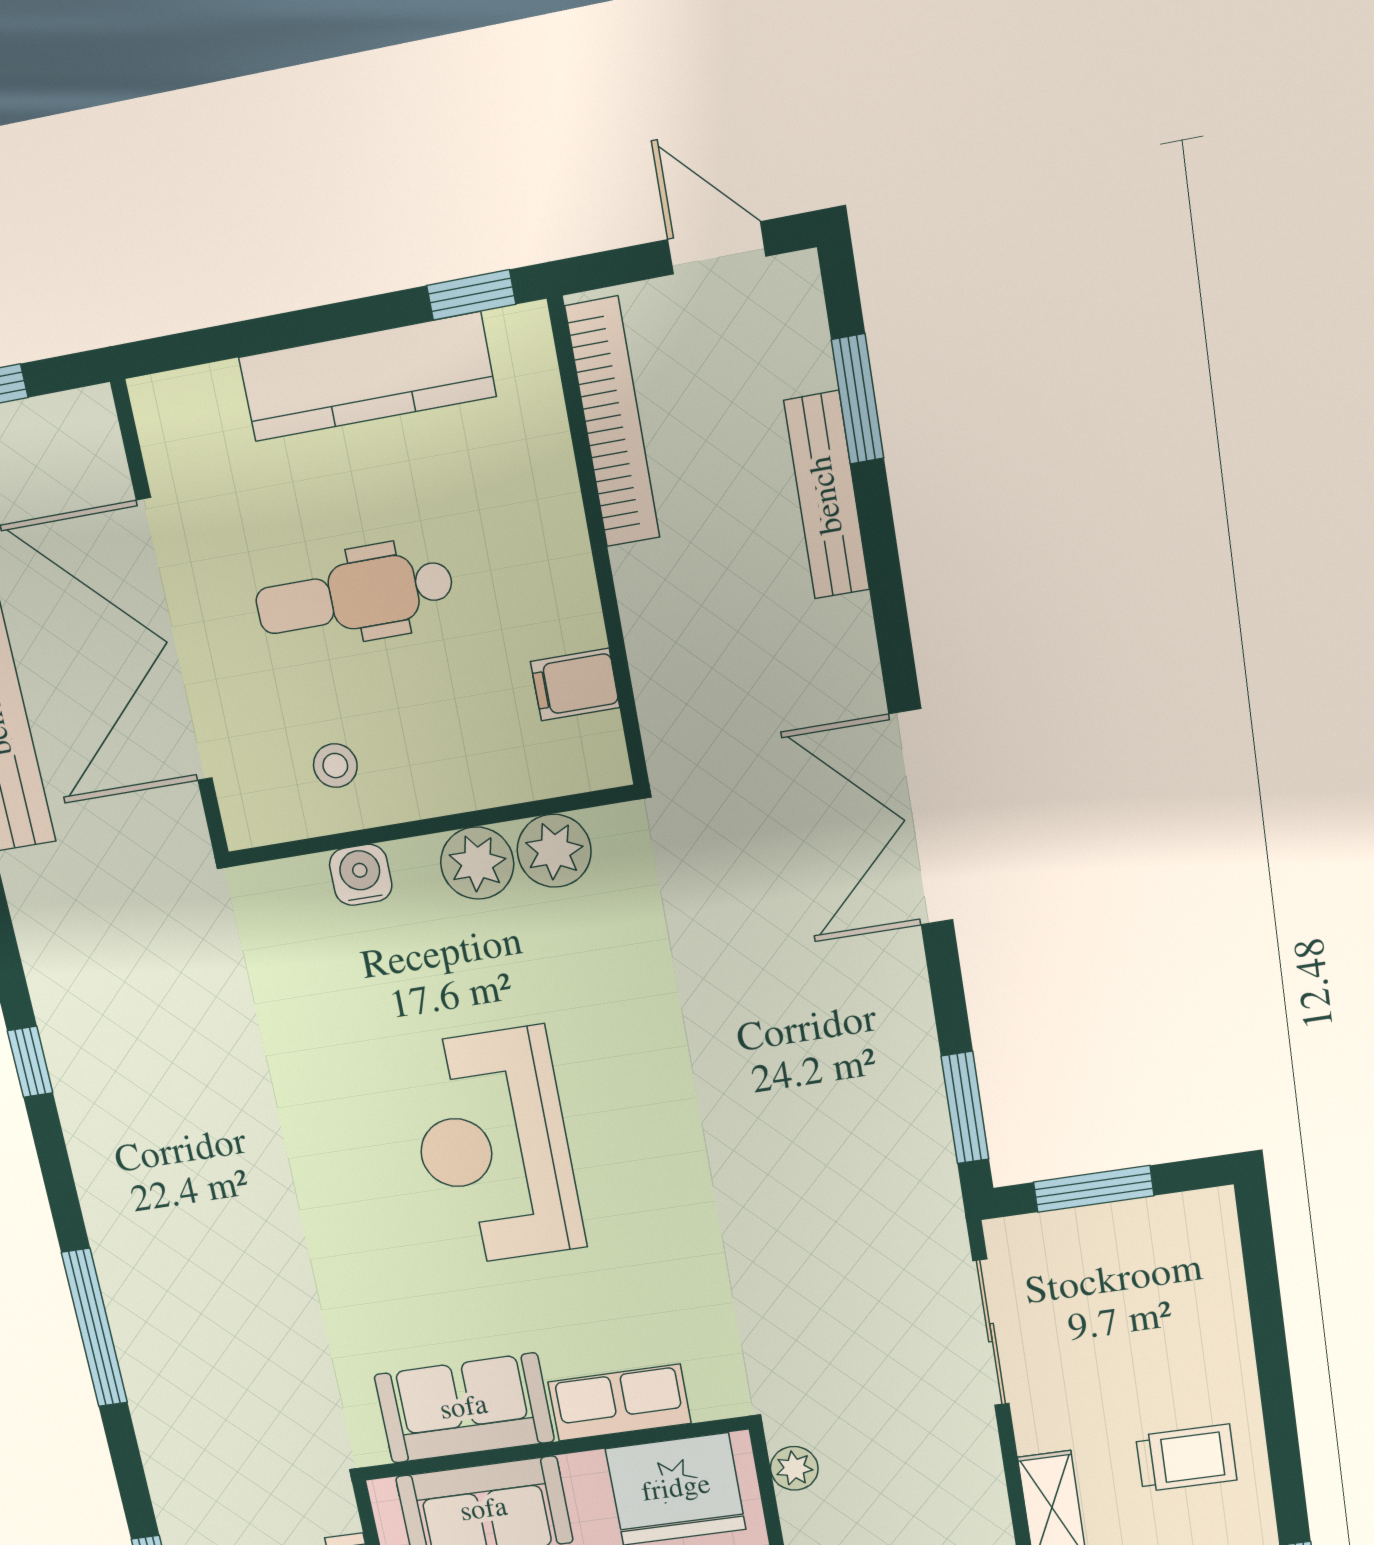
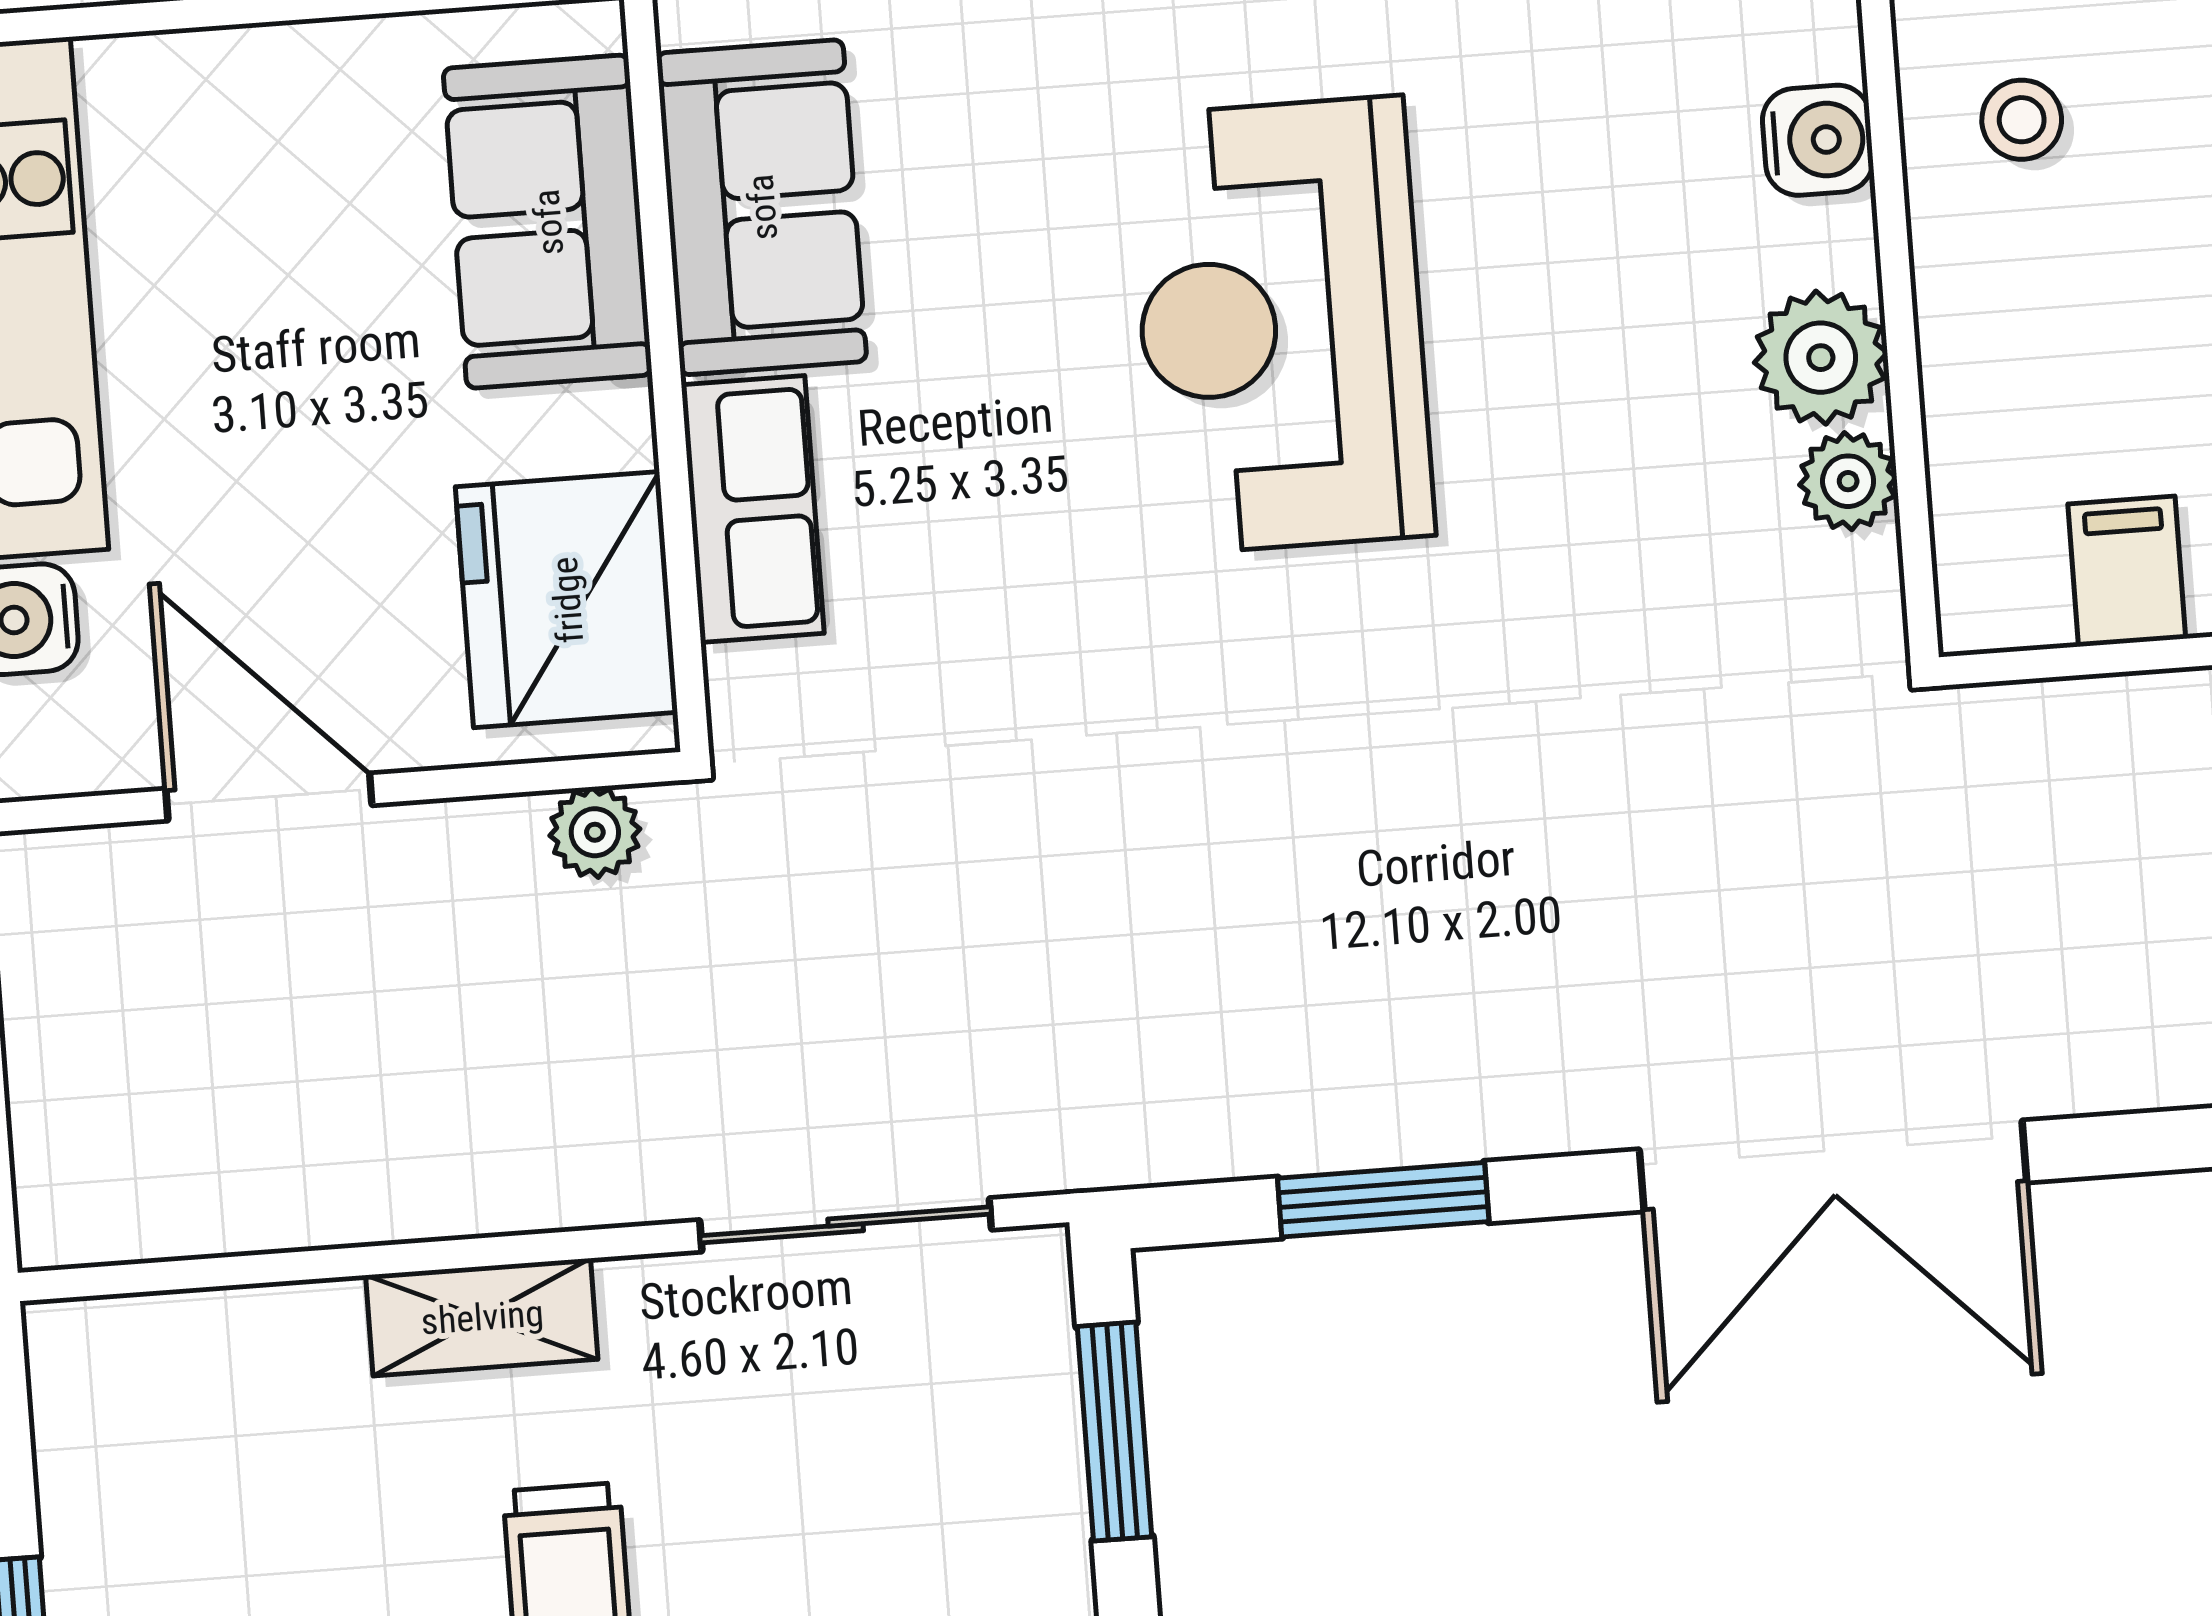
double door: (921, 818) -> (1833, 1166), swing flipped
plant: (554, 851) -> (1848, 481), width x0.73, depth x0.73
window: (965, 1108) -> (1383, 1200), moved
reception desk: (494, 1147) -> (1281, 325), turned -90

